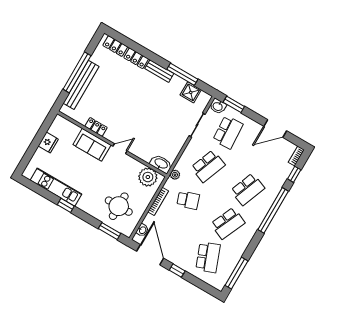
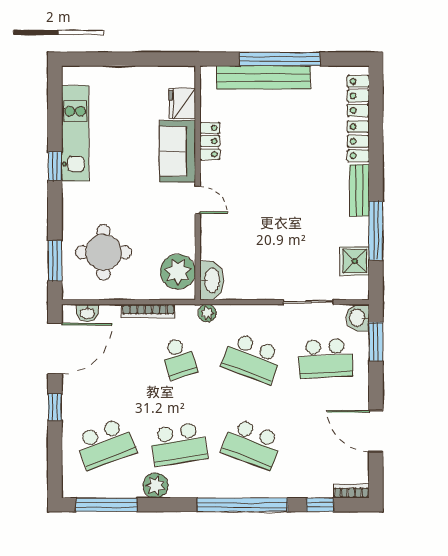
fridge: (48, 143) -> (182, 103), moved, turned 90
school desk: (228, 223) -> (179, 444), turned -33
plant: (241, 245) -> (155, 486), added

